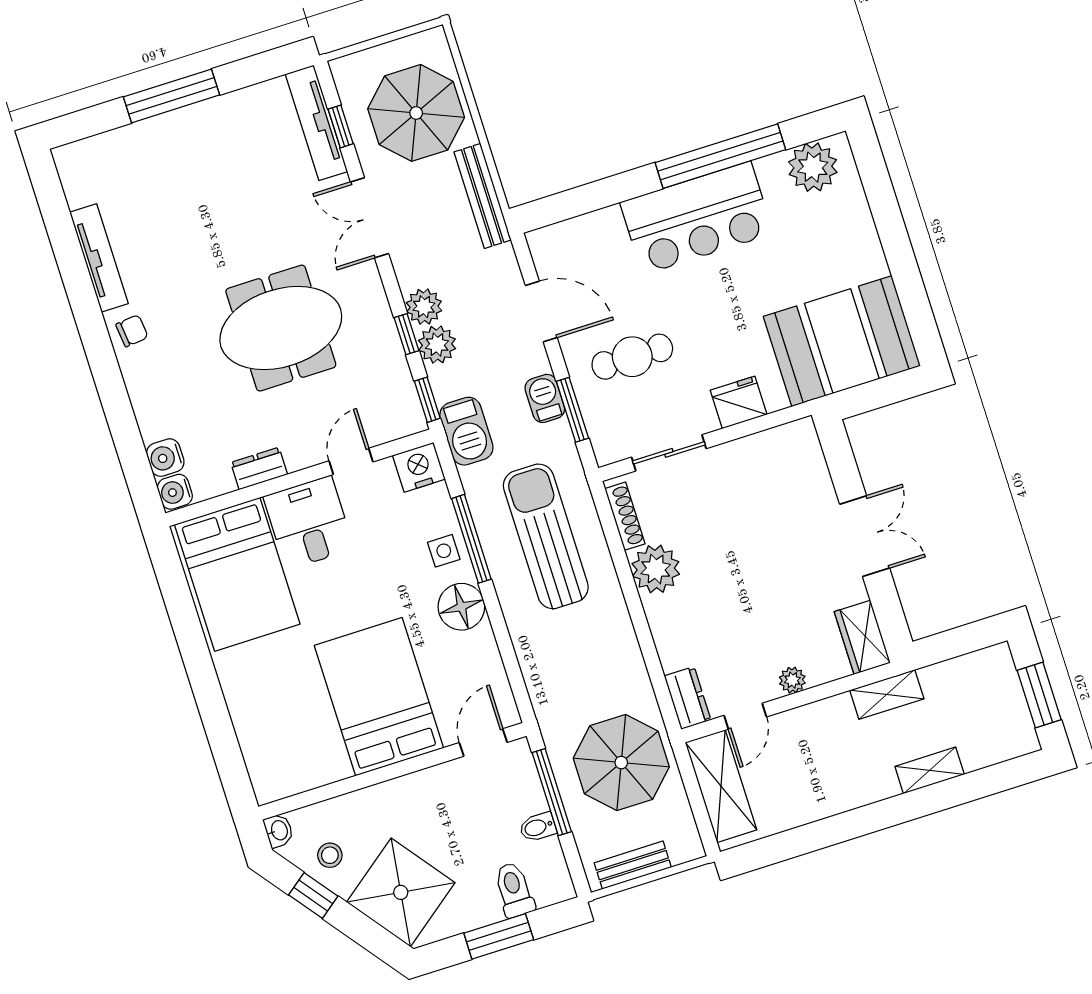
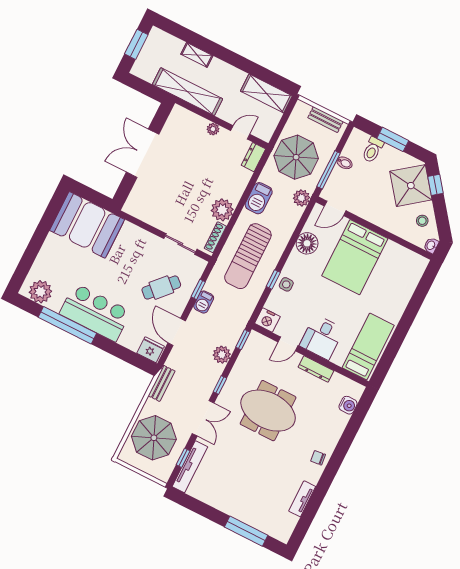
window: (172, 96) -> (246, 531), moved
bench: (483, 196) -> (162, 383), width x0.73
tv unit: (99, 258) -> (302, 499), width x0.71
plant: (424, 307) -> (301, 198), moved
window: (406, 334) -> (220, 385), moved
cafe table: (632, 357) -> (161, 288), turned -47
fridge: (739, 402) -> (151, 350), moved, turned 180
window: (572, 410) -> (198, 289), width x0.67
barbecue: (466, 431) -> (259, 198), moved, turned 180
dresser: (259, 468) -> (316, 369), width x1.44
water cooler: (175, 492) -> (356, 391), removed
double door: (865, 536) -> (143, 153), width x1.37
window: (471, 539) -> (273, 279), width x0.46
bed: (237, 574) -> (368, 346), width x0.67
floor lamp: (461, 607) -> (307, 243), moved
wardrobe: (862, 637) -> (176, 121), removed
shelving: (887, 694) -> (188, 92), width x2.20, depth x1.33
shelving: (721, 786) -> (266, 93), moved, turned 90
window: (313, 896) -> (435, 185), moved

